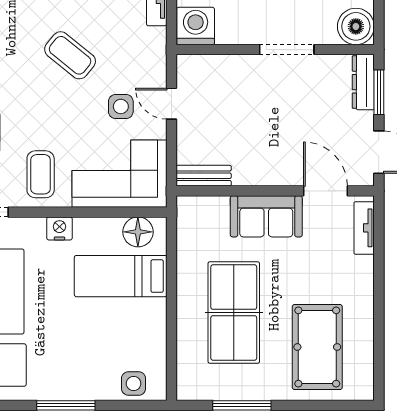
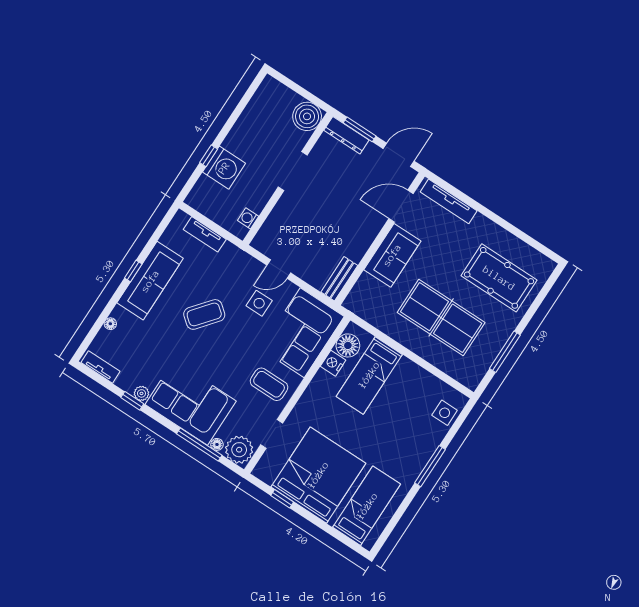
washing machine: (196, 26) -> (248, 218), width x0.53, depth x0.53
nightstand: (59, 228) -> (333, 363), moved
tv unit: (364, 228) -> (449, 201), width x1.41

